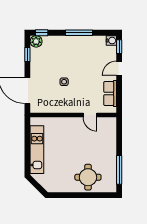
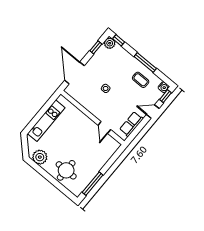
coffee table: (87, 50) -> (141, 80), added
plant: (57, 184) -> (40, 157), added

